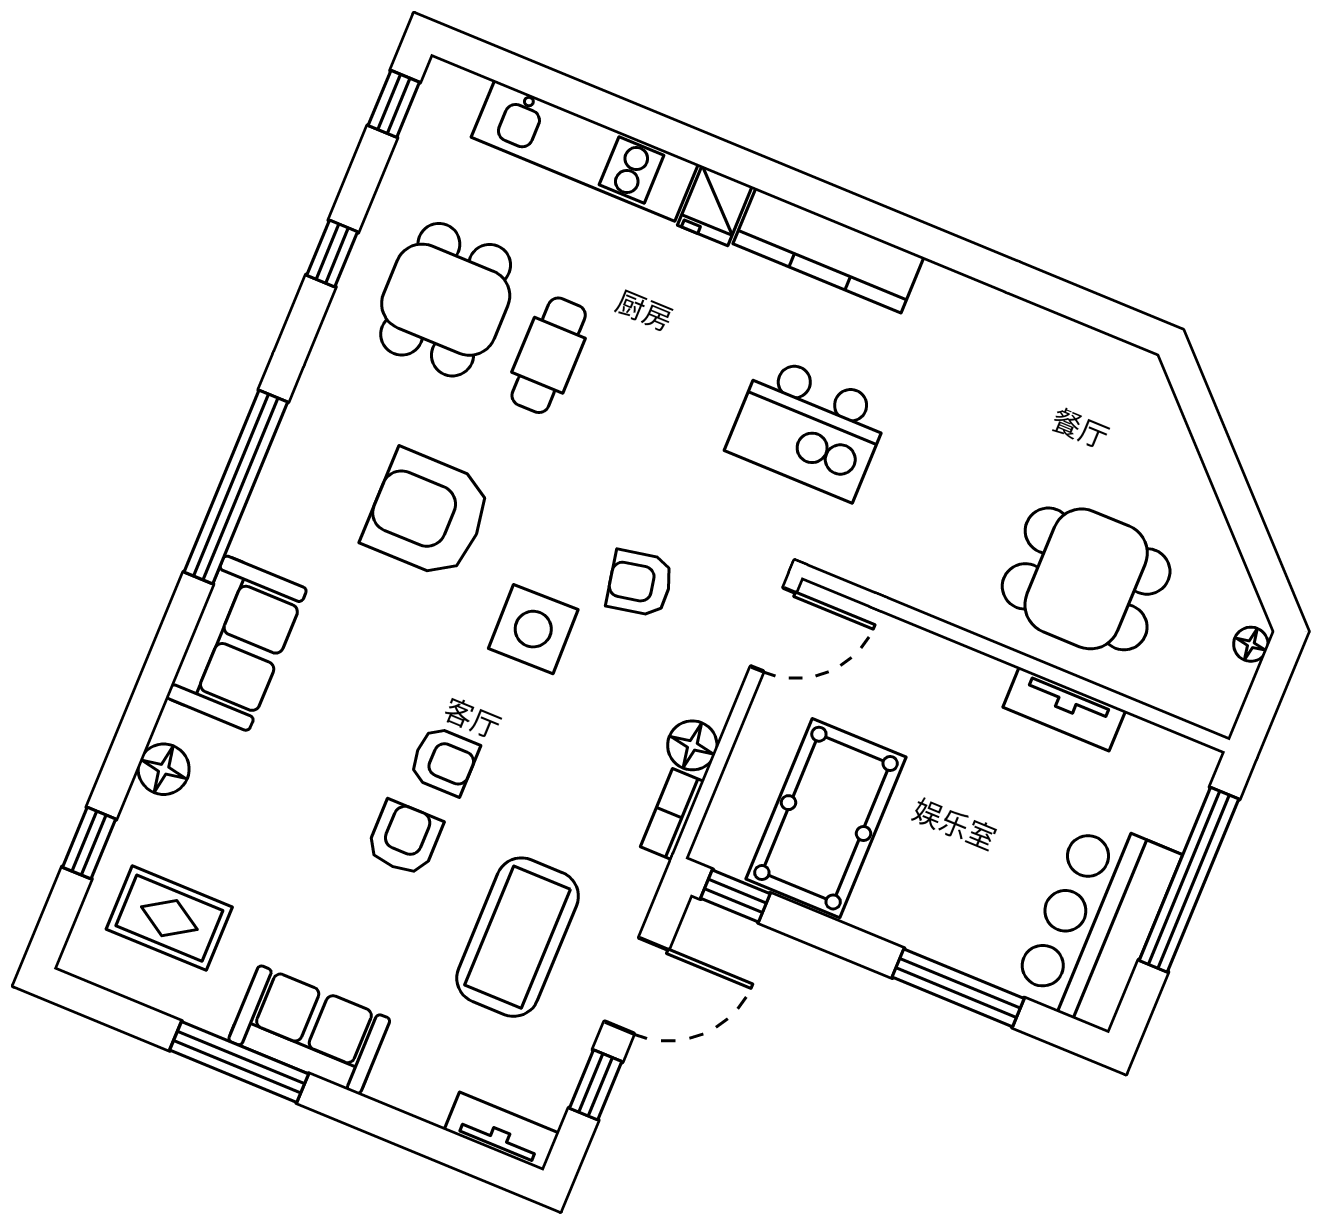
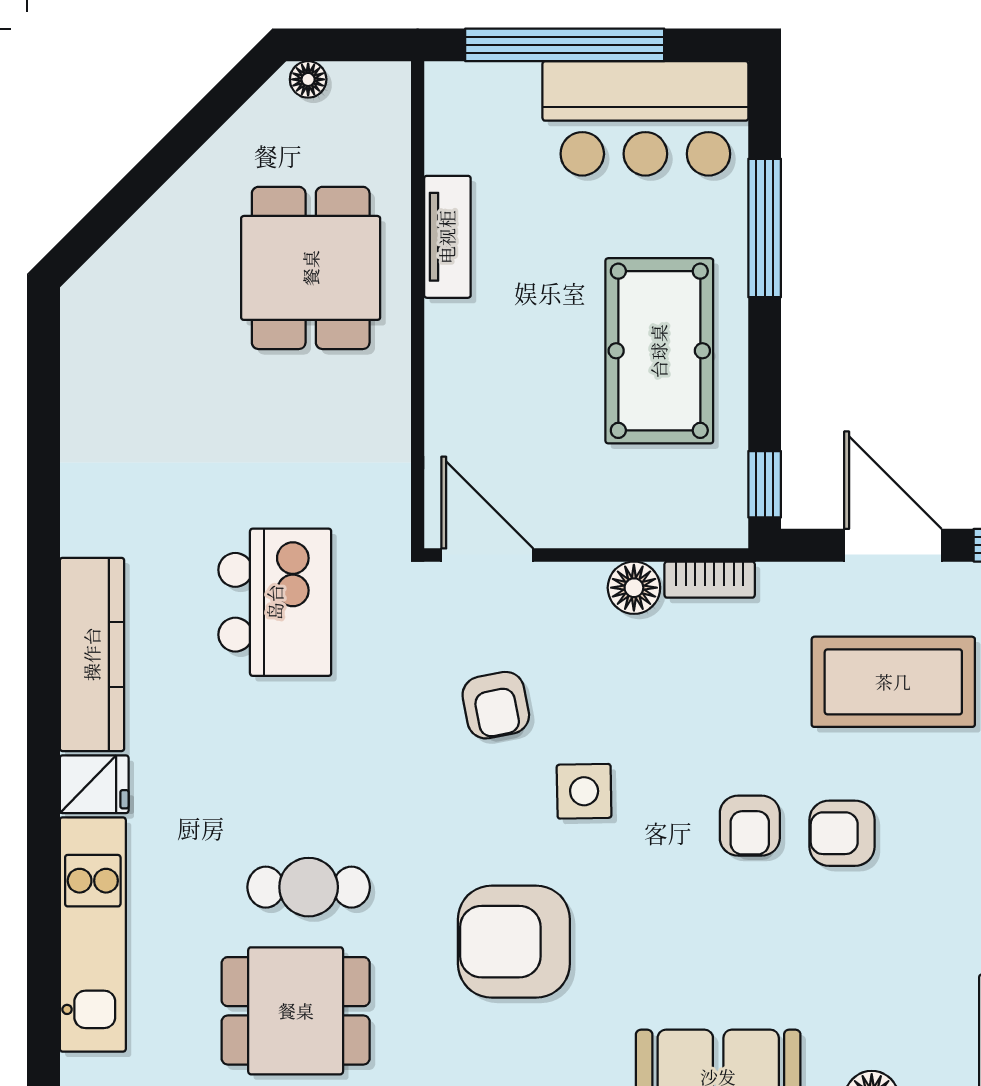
armchair: (428, 514) -> (514, 942), turned 90
side table: (533, 629) -> (584, 791), width x0.73, depth x0.73
armchair: (444, 761) -> (750, 826), turned 180
pool table: (826, 818) -> (659, 351), moved, turned 90

